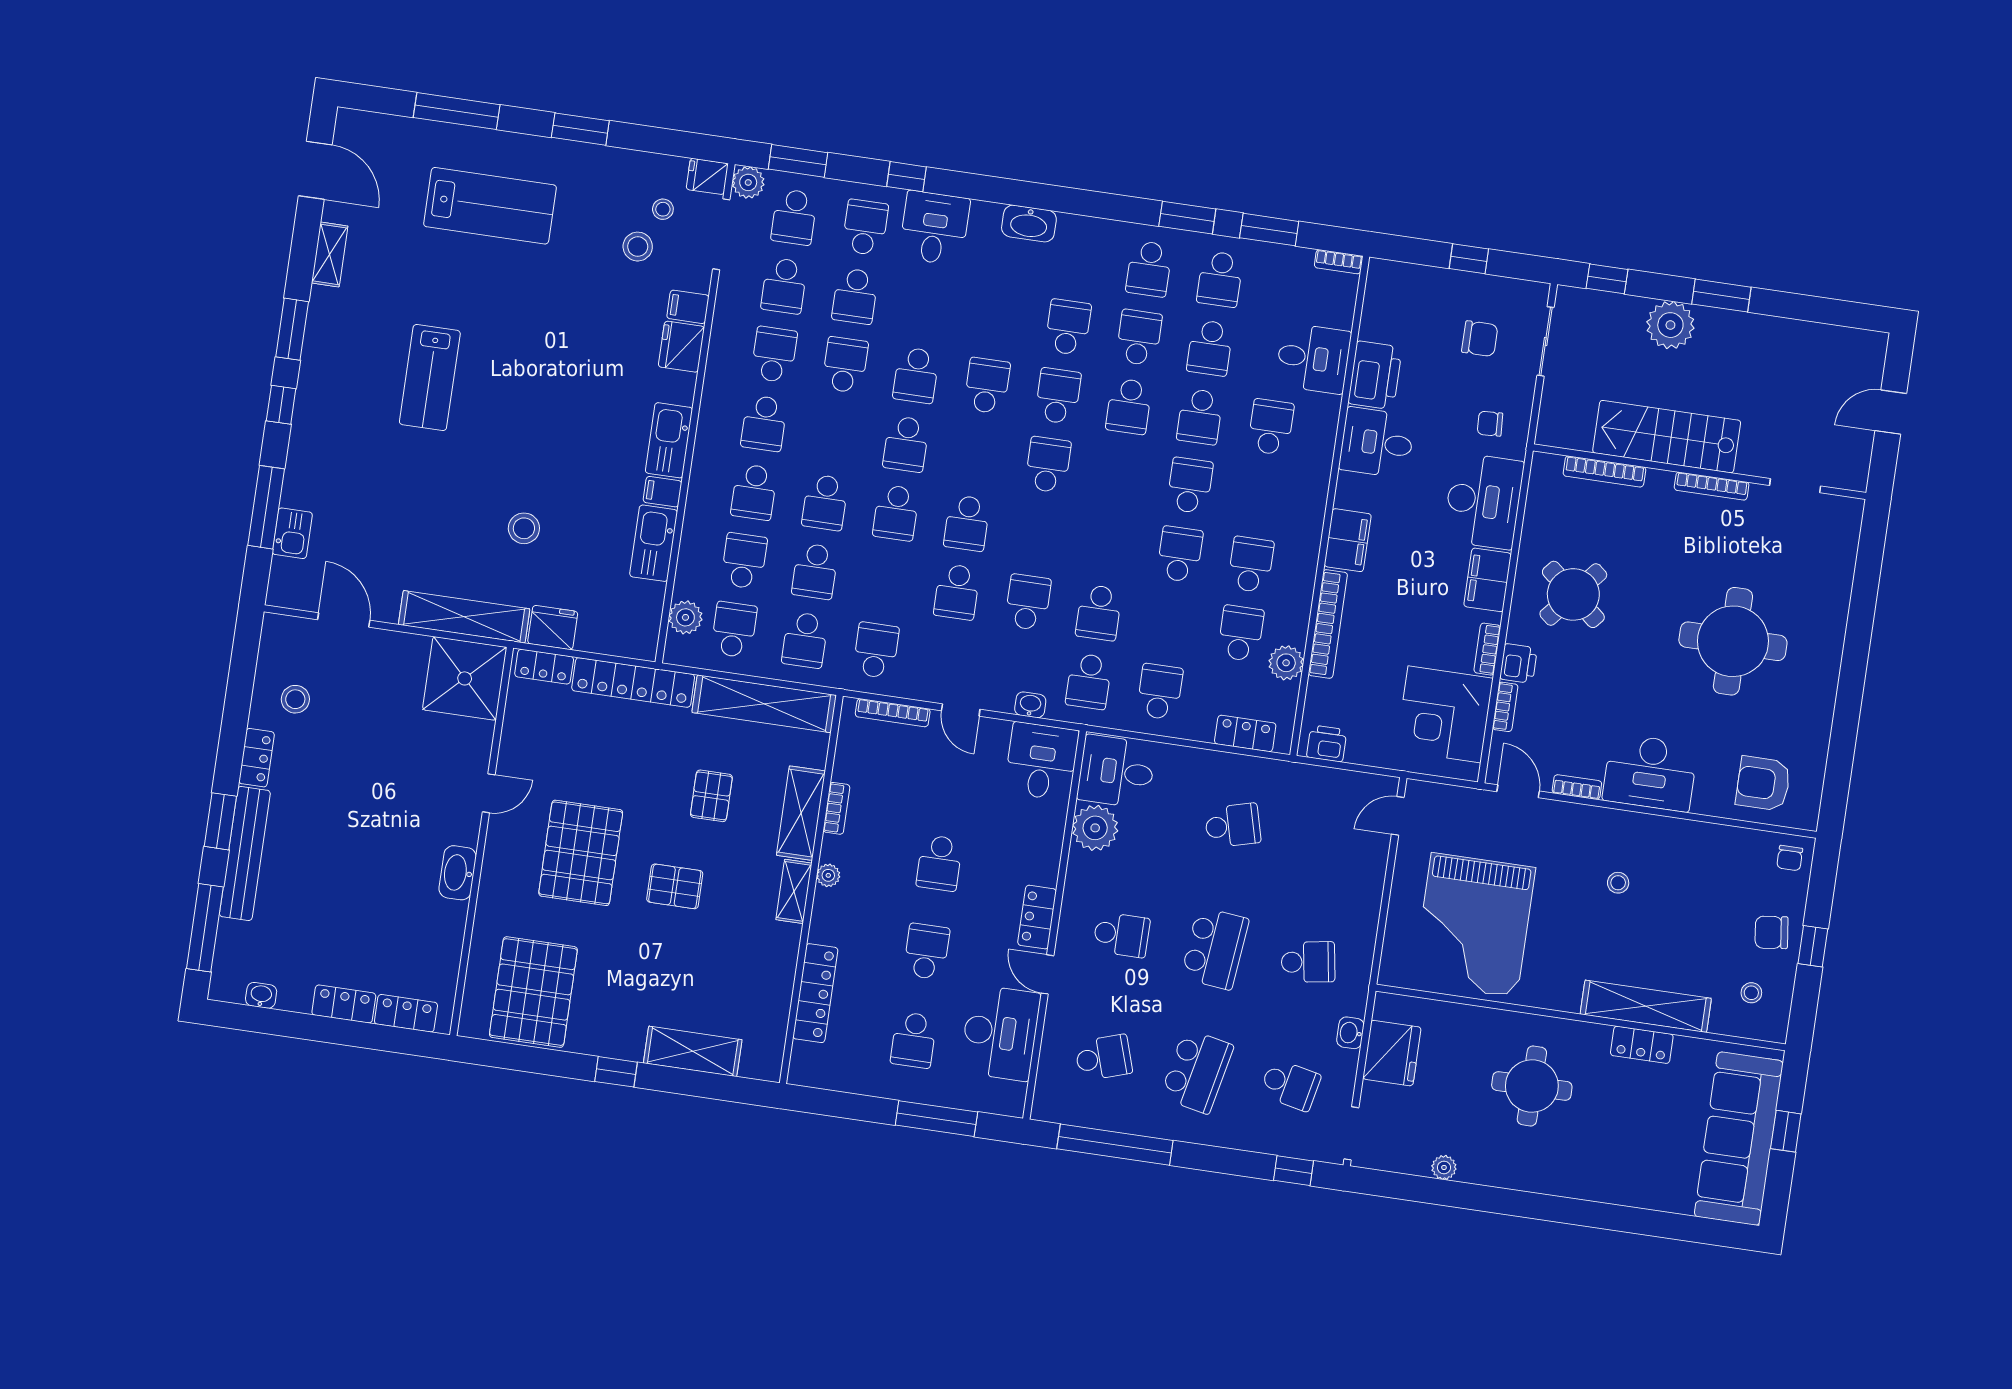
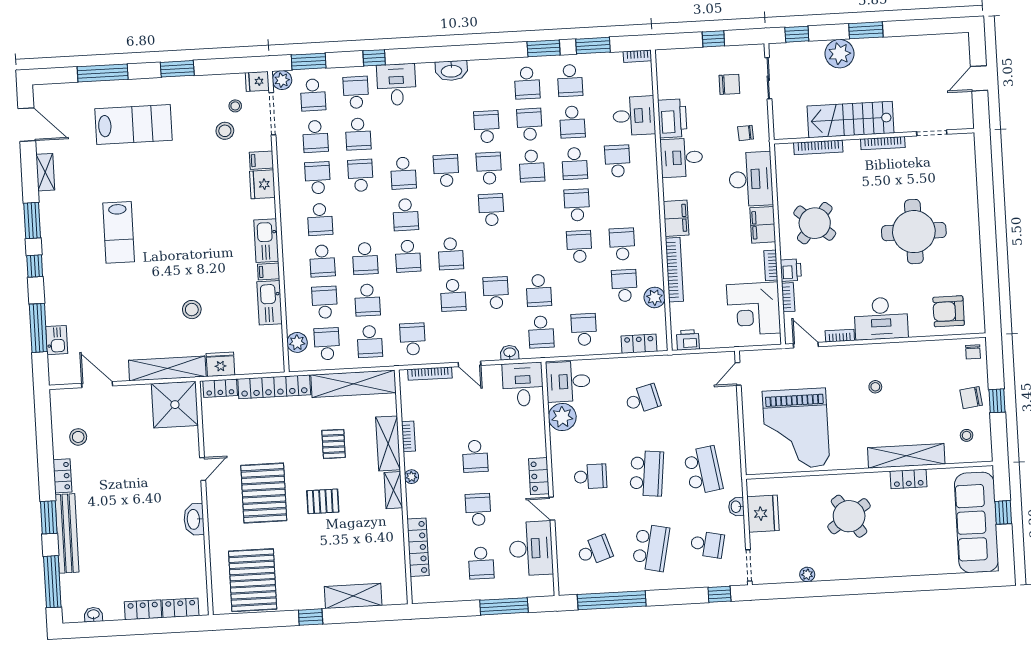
school desk: (1308, 962) -> (703, 470), width x1.85
round table: (1532, 1086) -> (849, 516), turned -34

